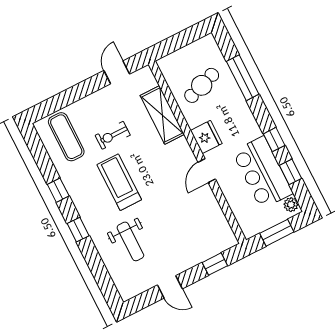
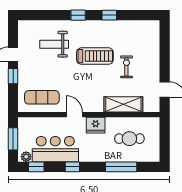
cafe table: (202, 85) -> (129, 139), turned -71
exercise mat: (66, 137) -> (42, 97), moved
window: (290, 172) -> (36, 167), moved
window: (215, 264) -> (13, 76), moved

